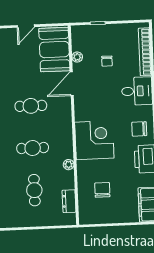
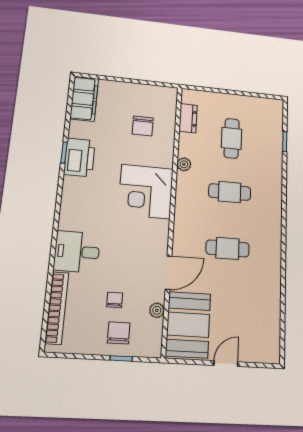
chair: (139, 129) -> (119, 333), moved, turned -90

